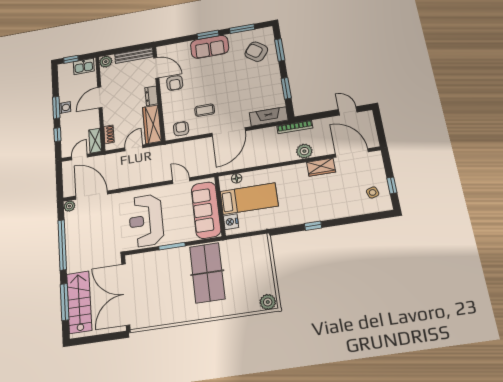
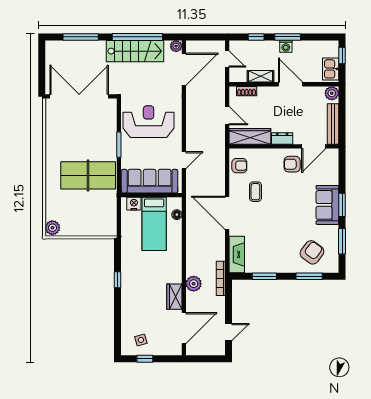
shelving: (95, 141) -> (261, 76), moved
stairs: (79, 302) -> (135, 51), moved

